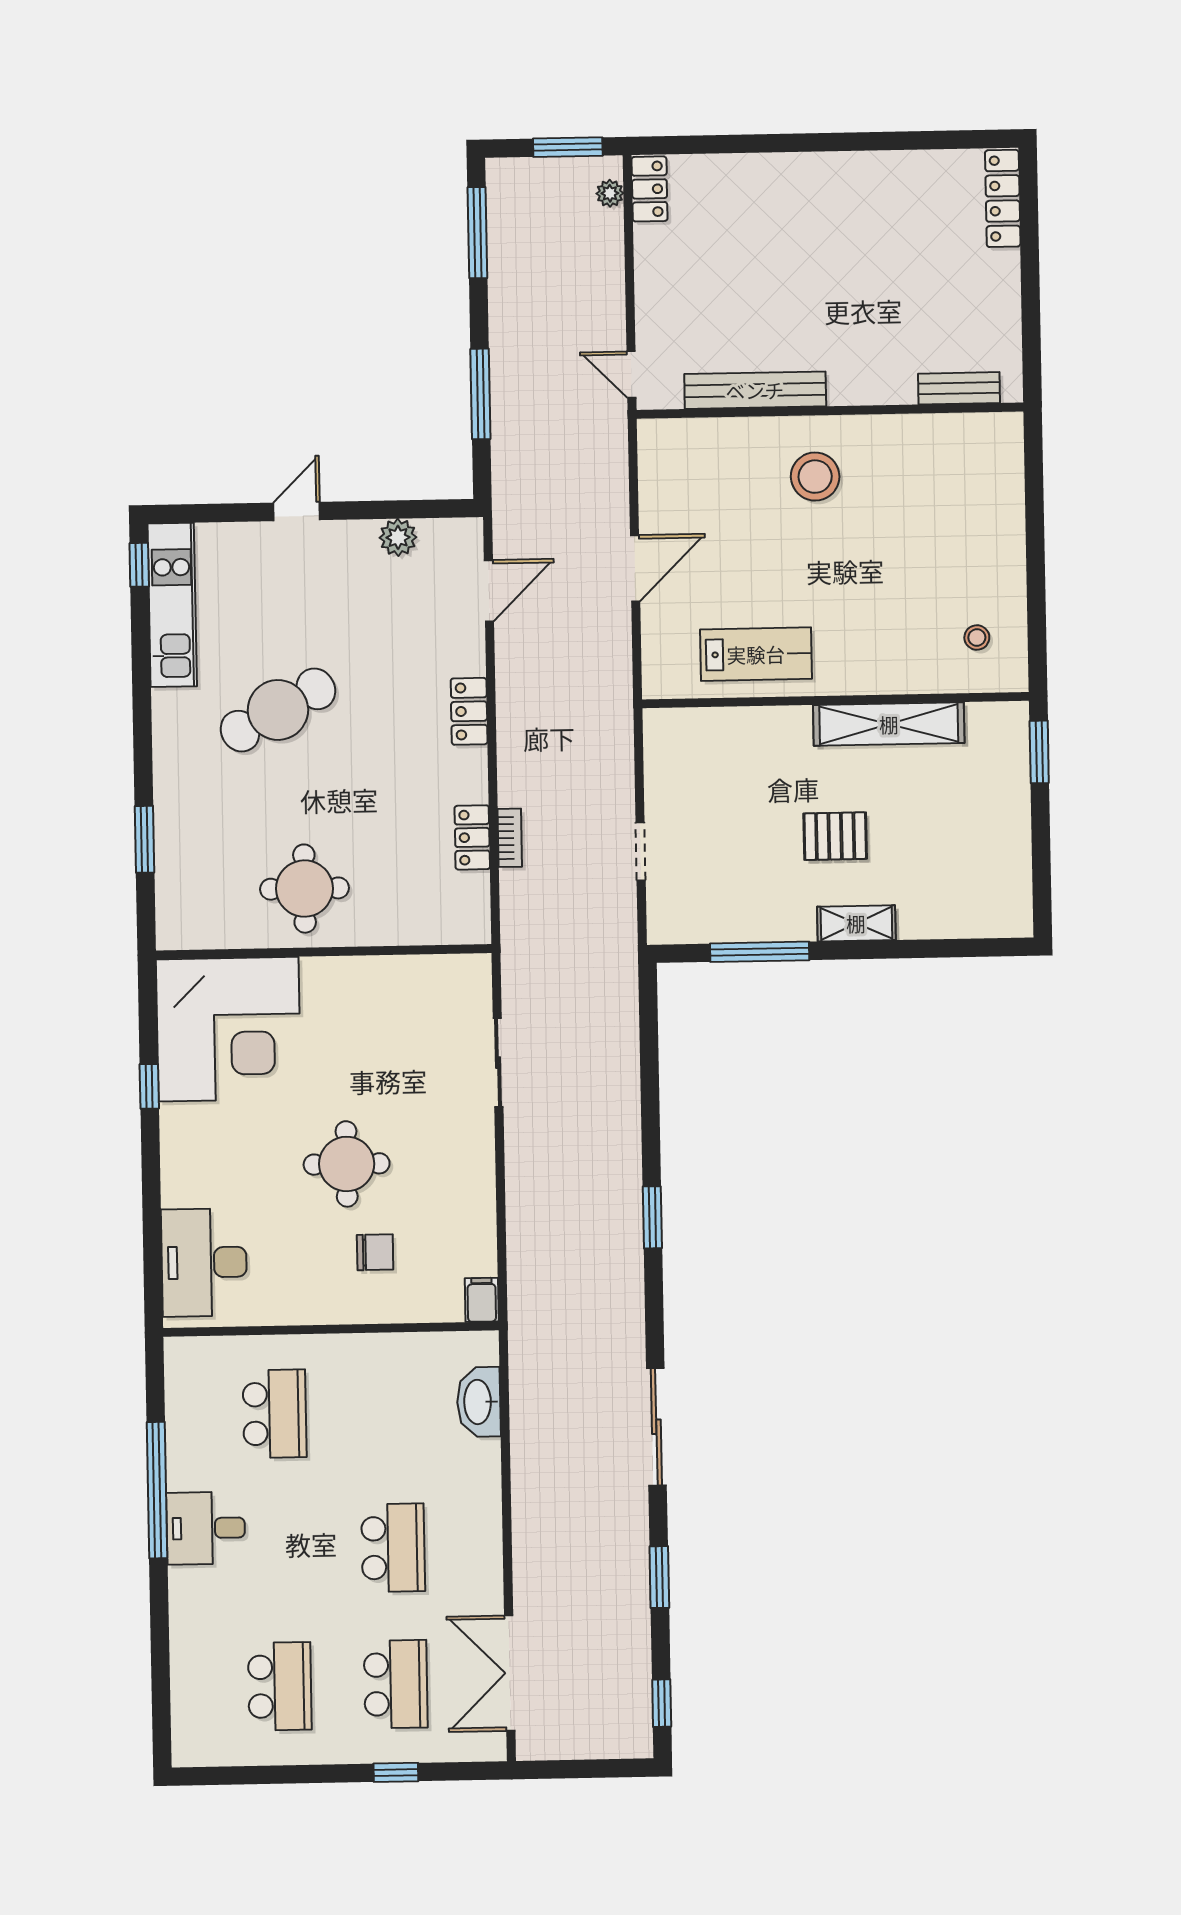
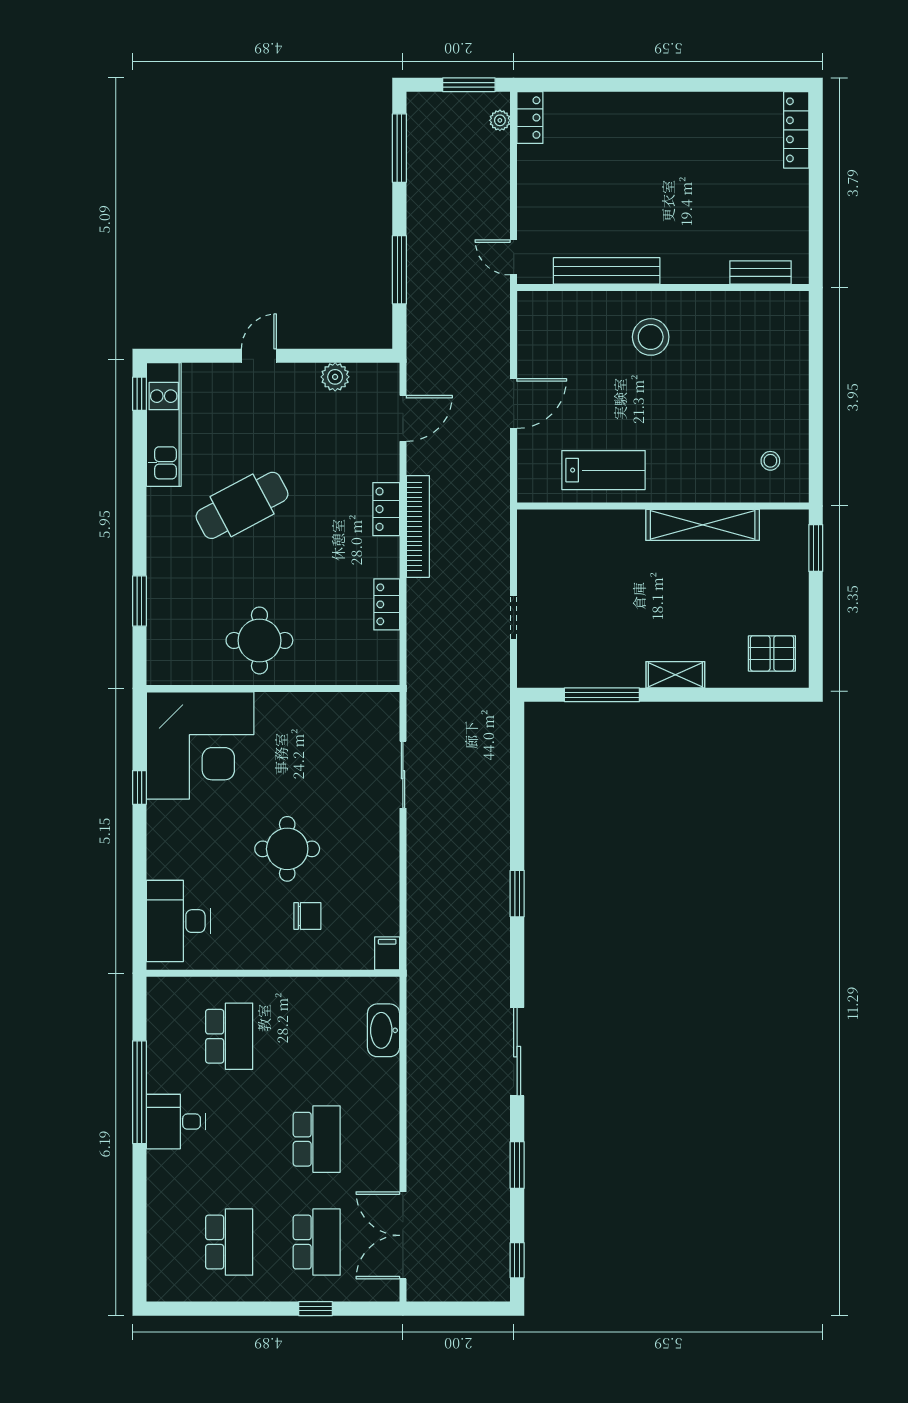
pallet: (835, 836) -> (772, 653), moved
bookcase: (510, 838) -> (418, 526), moved, width x2.31, depth x1.31

